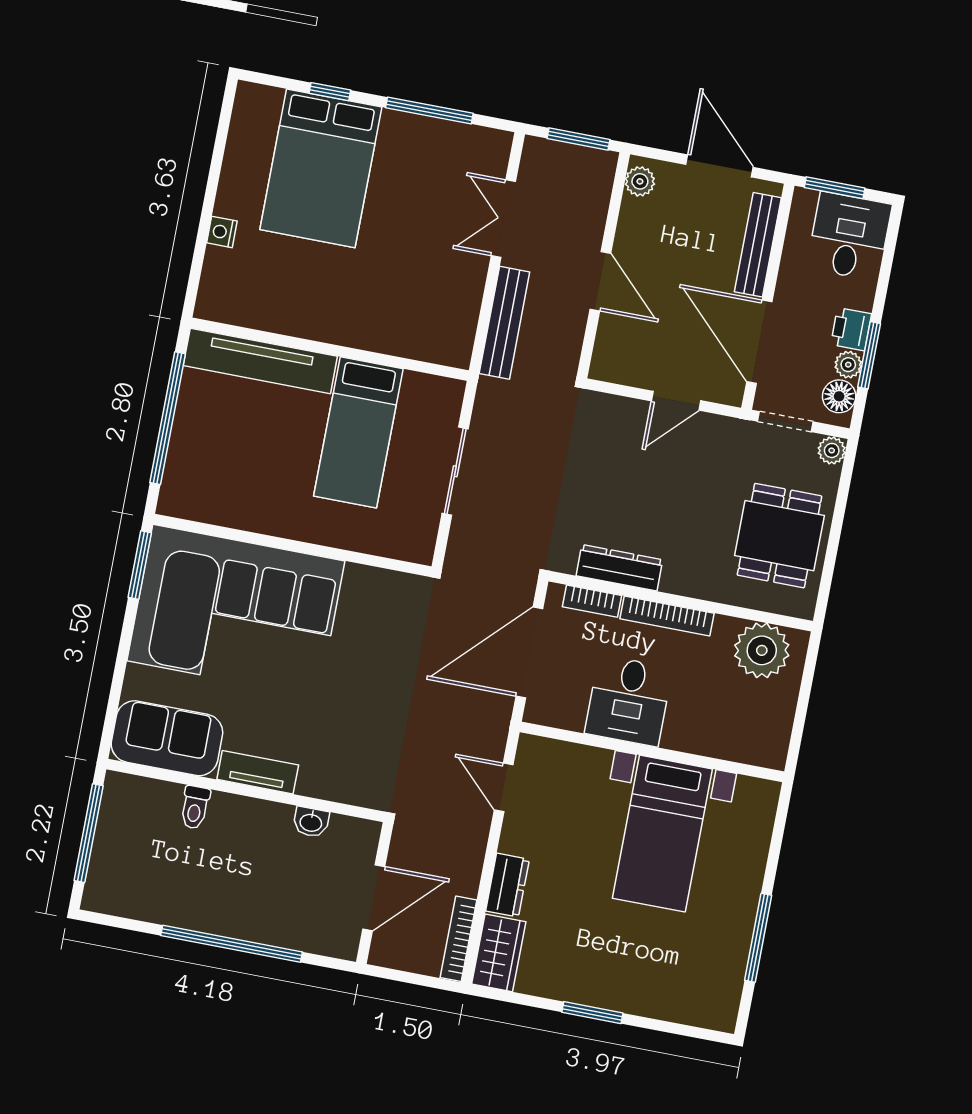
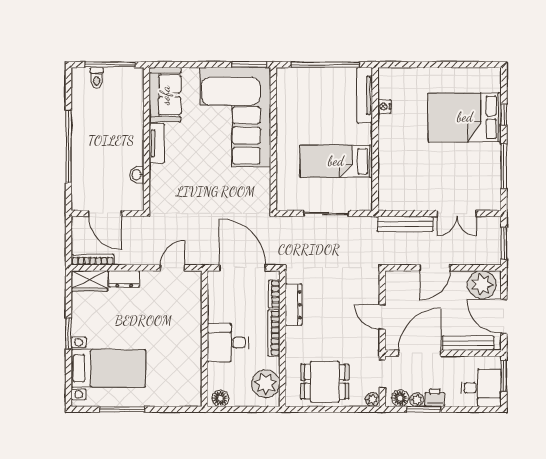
door: (720, 166) -> (504, 316), swing flipped
plant: (640, 181) -> (482, 285), width x1.87, depth x1.87
double door: (503, 219) -> (457, 213), swing flipped
nightstand: (222, 232) -> (384, 107), moved, turned -90
tv unit: (260, 361) -> (365, 95), width x0.73, depth x0.78
desk: (629, 701) -> (228, 343), moved
floor lamp: (773, 743) -> (220, 398), added
toilet: (195, 807) -> (97, 78), moved, turned -90
bed with nightstands: (662, 834) -> (108, 368), moved, turned 180

